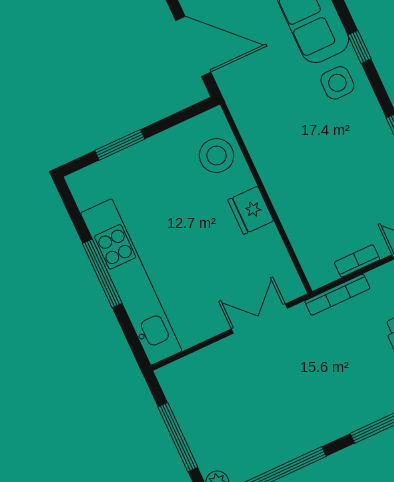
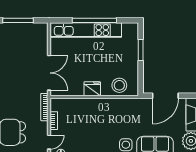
window: (102, 273) -> (94, 20), width x1.46
double door: (259, 319) -> (49, 73), width x1.37

